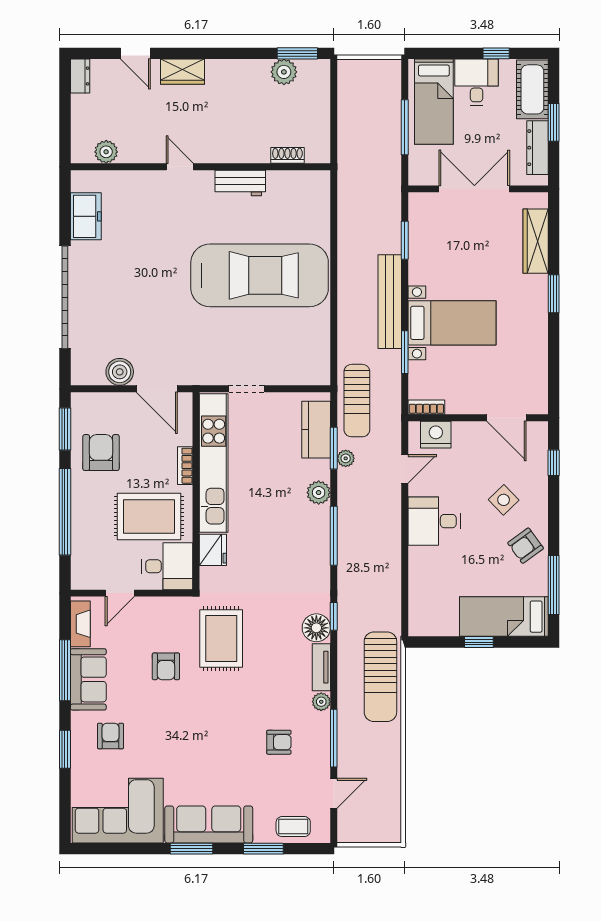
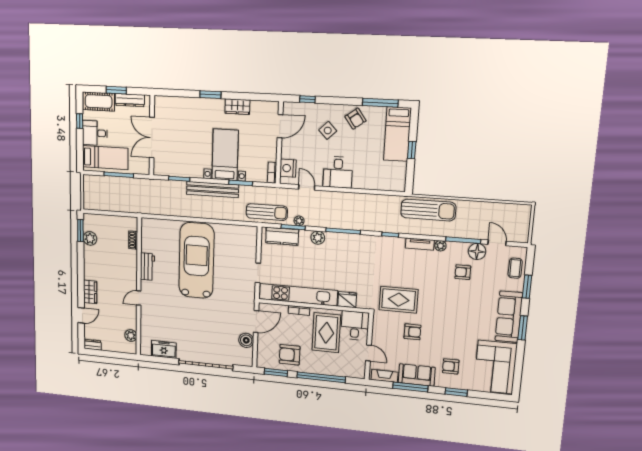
wardrobe: (536, 241) -> (237, 107), moved, width x0.67
floor lamp: (316, 628) -> (477, 251), moved
armchair: (279, 742) -> (463, 272), turned -90

